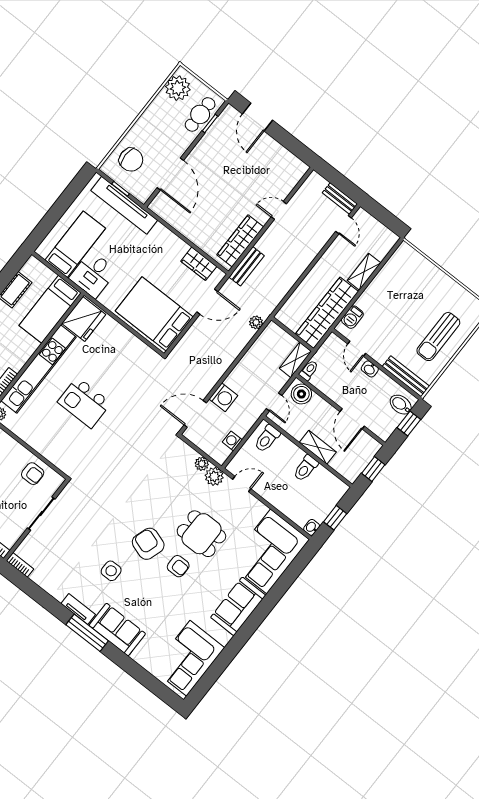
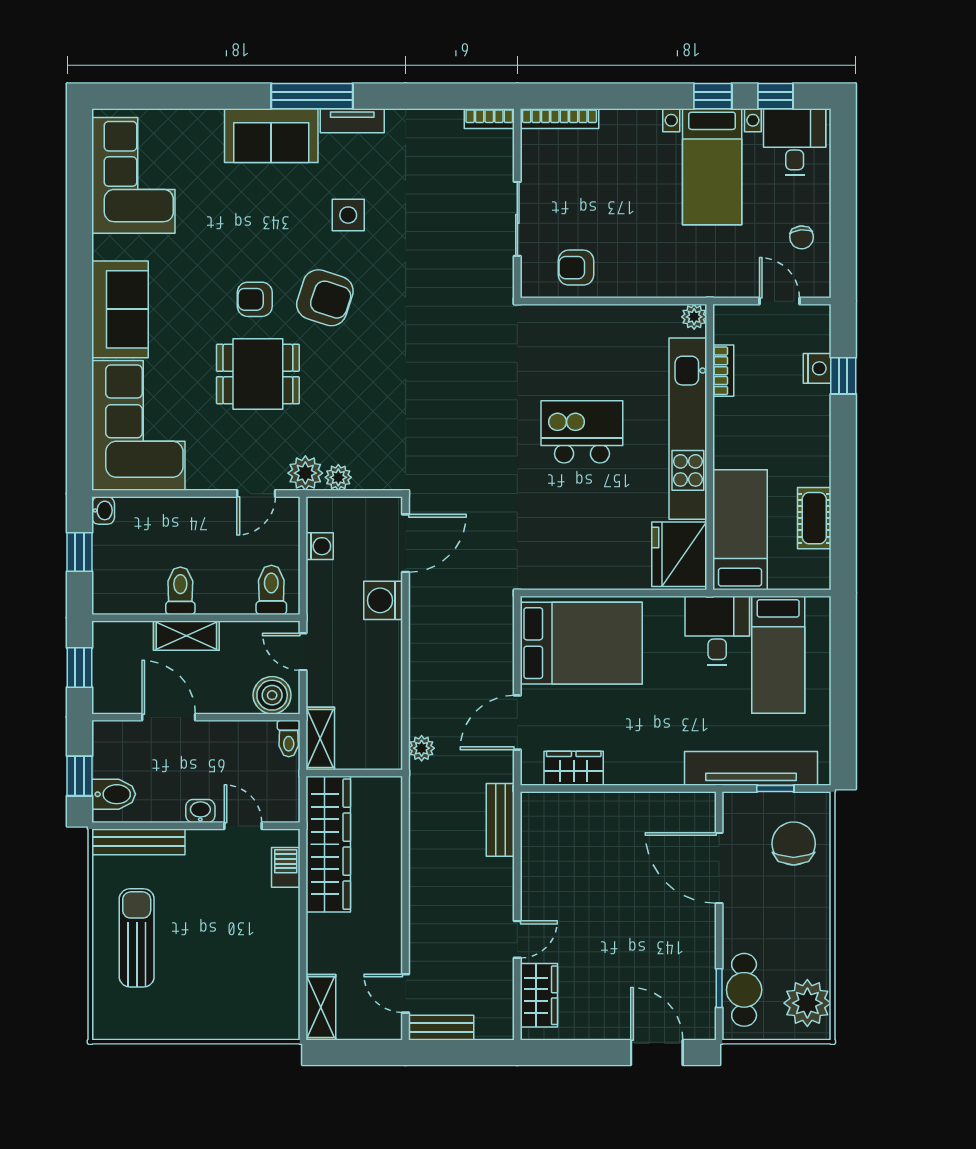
chair: (131, 160) -> (794, 844), turned 90
wardrobe: (240, 241) -> (539, 995), moved, width x0.67
shelving: (364, 272) -> (321, 1007), moved

